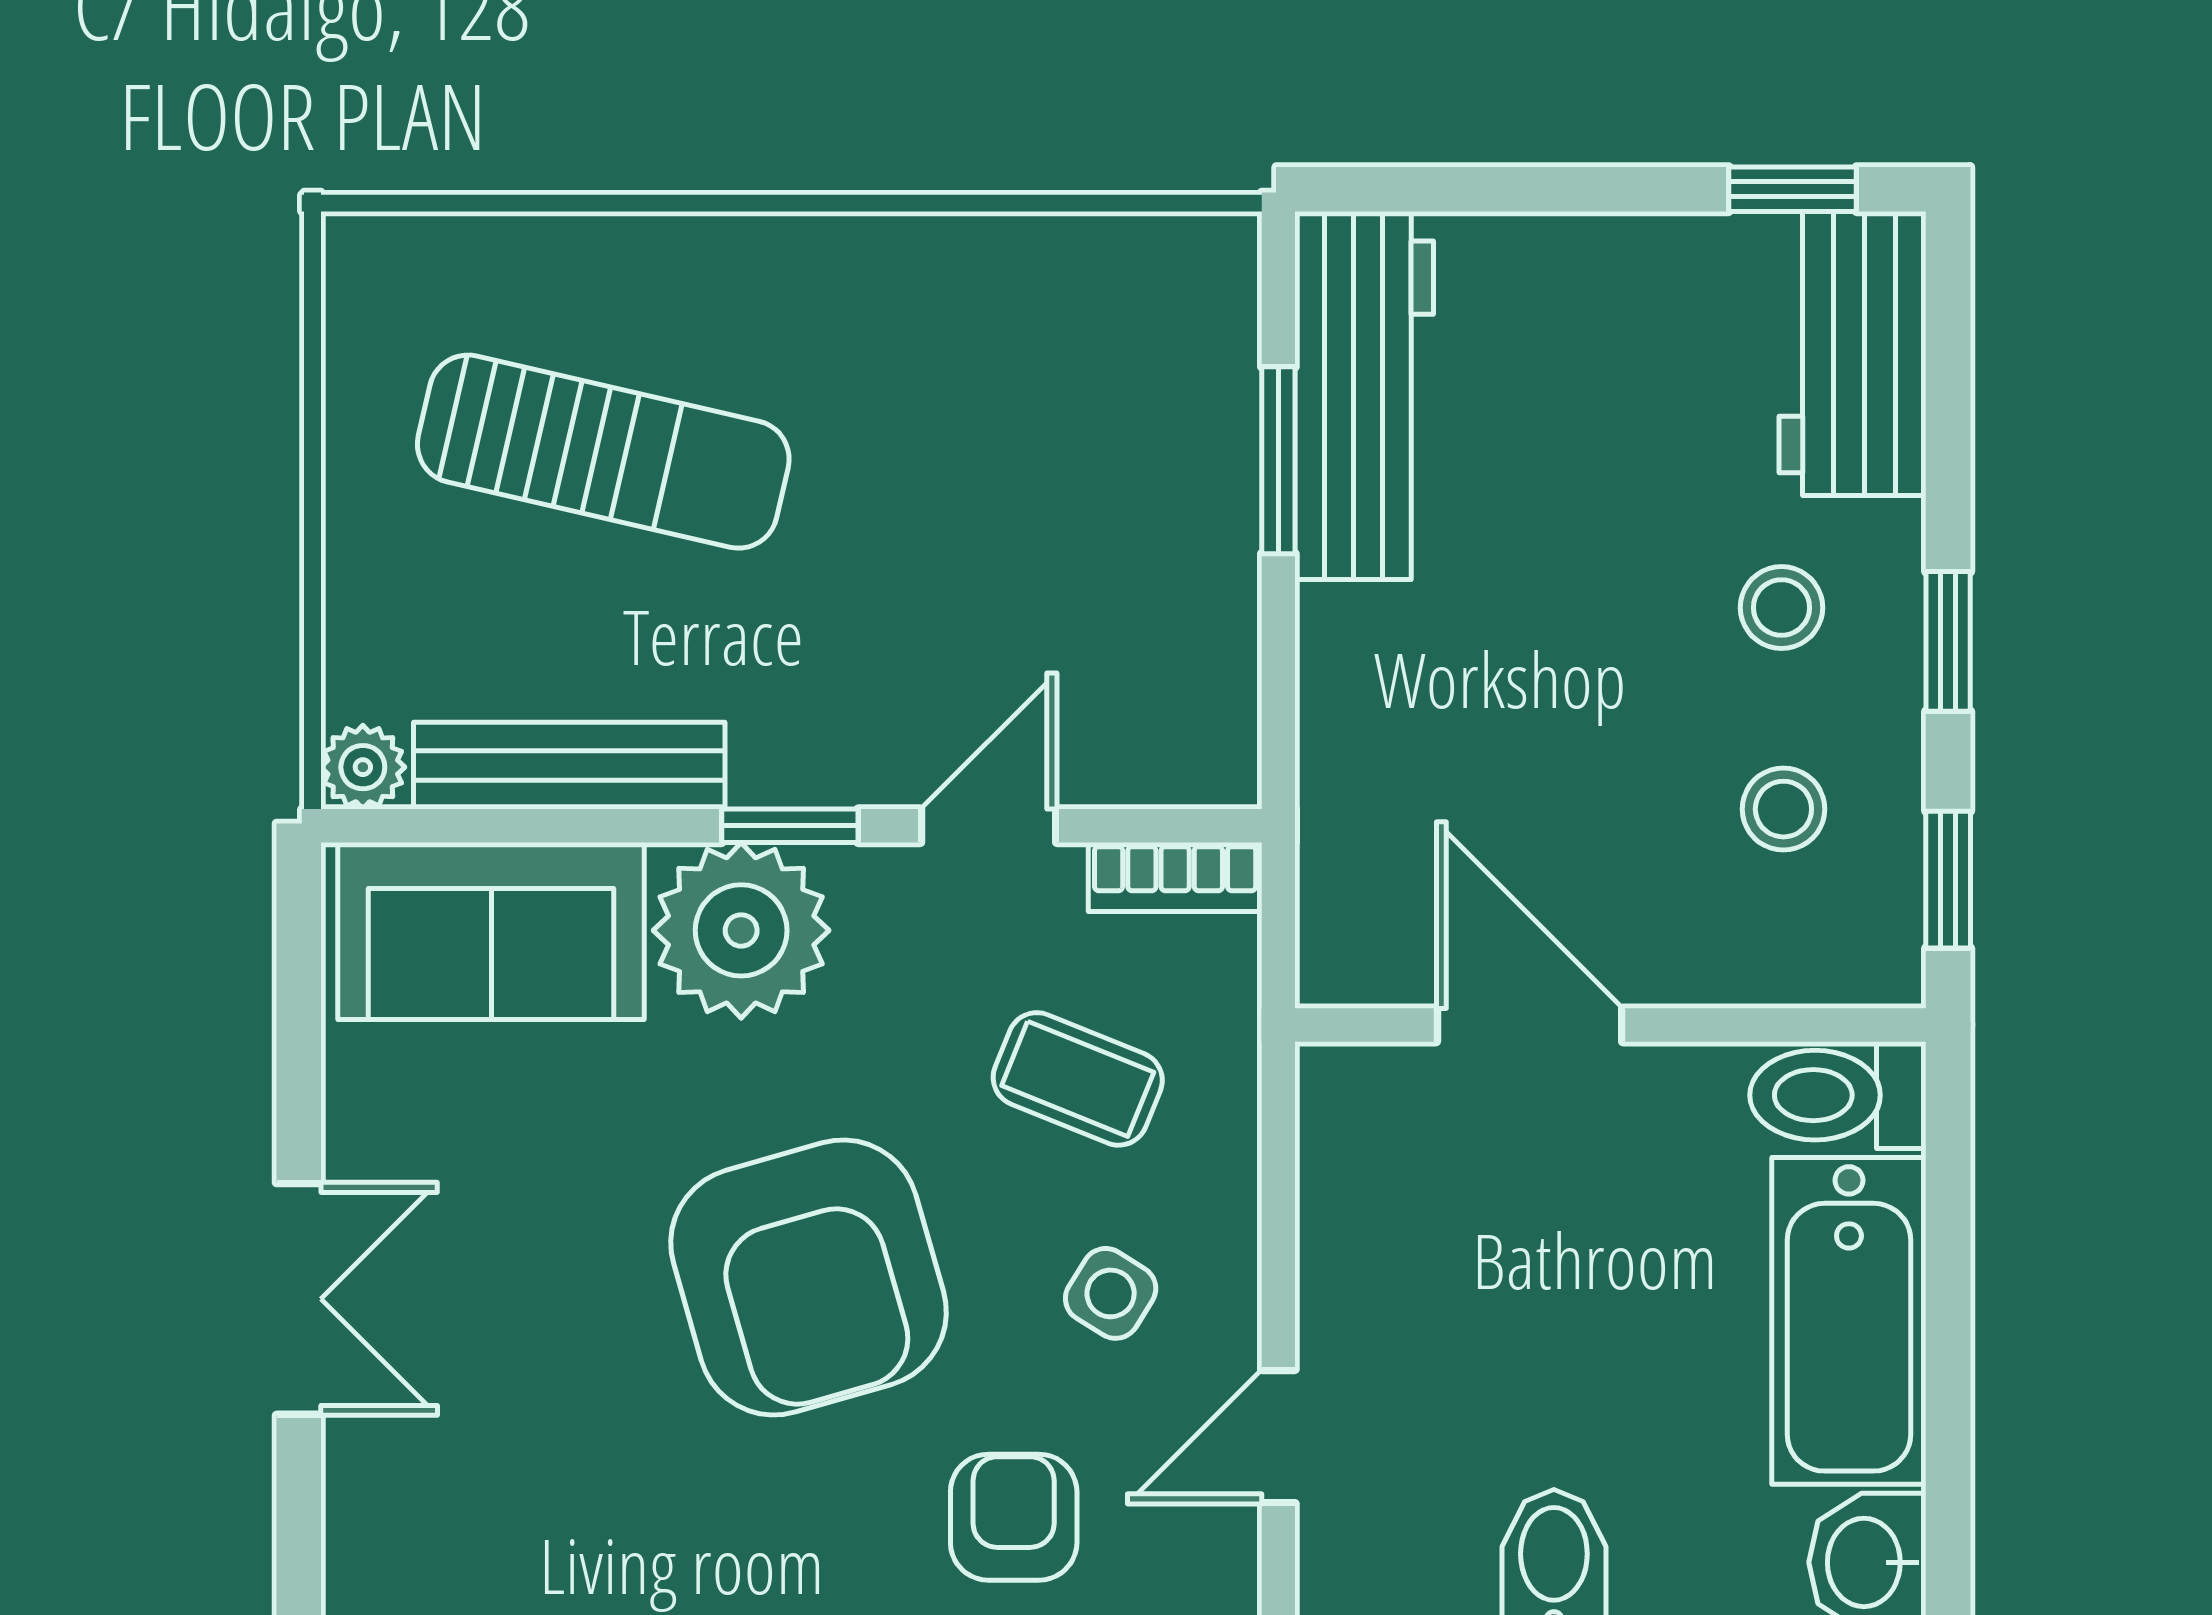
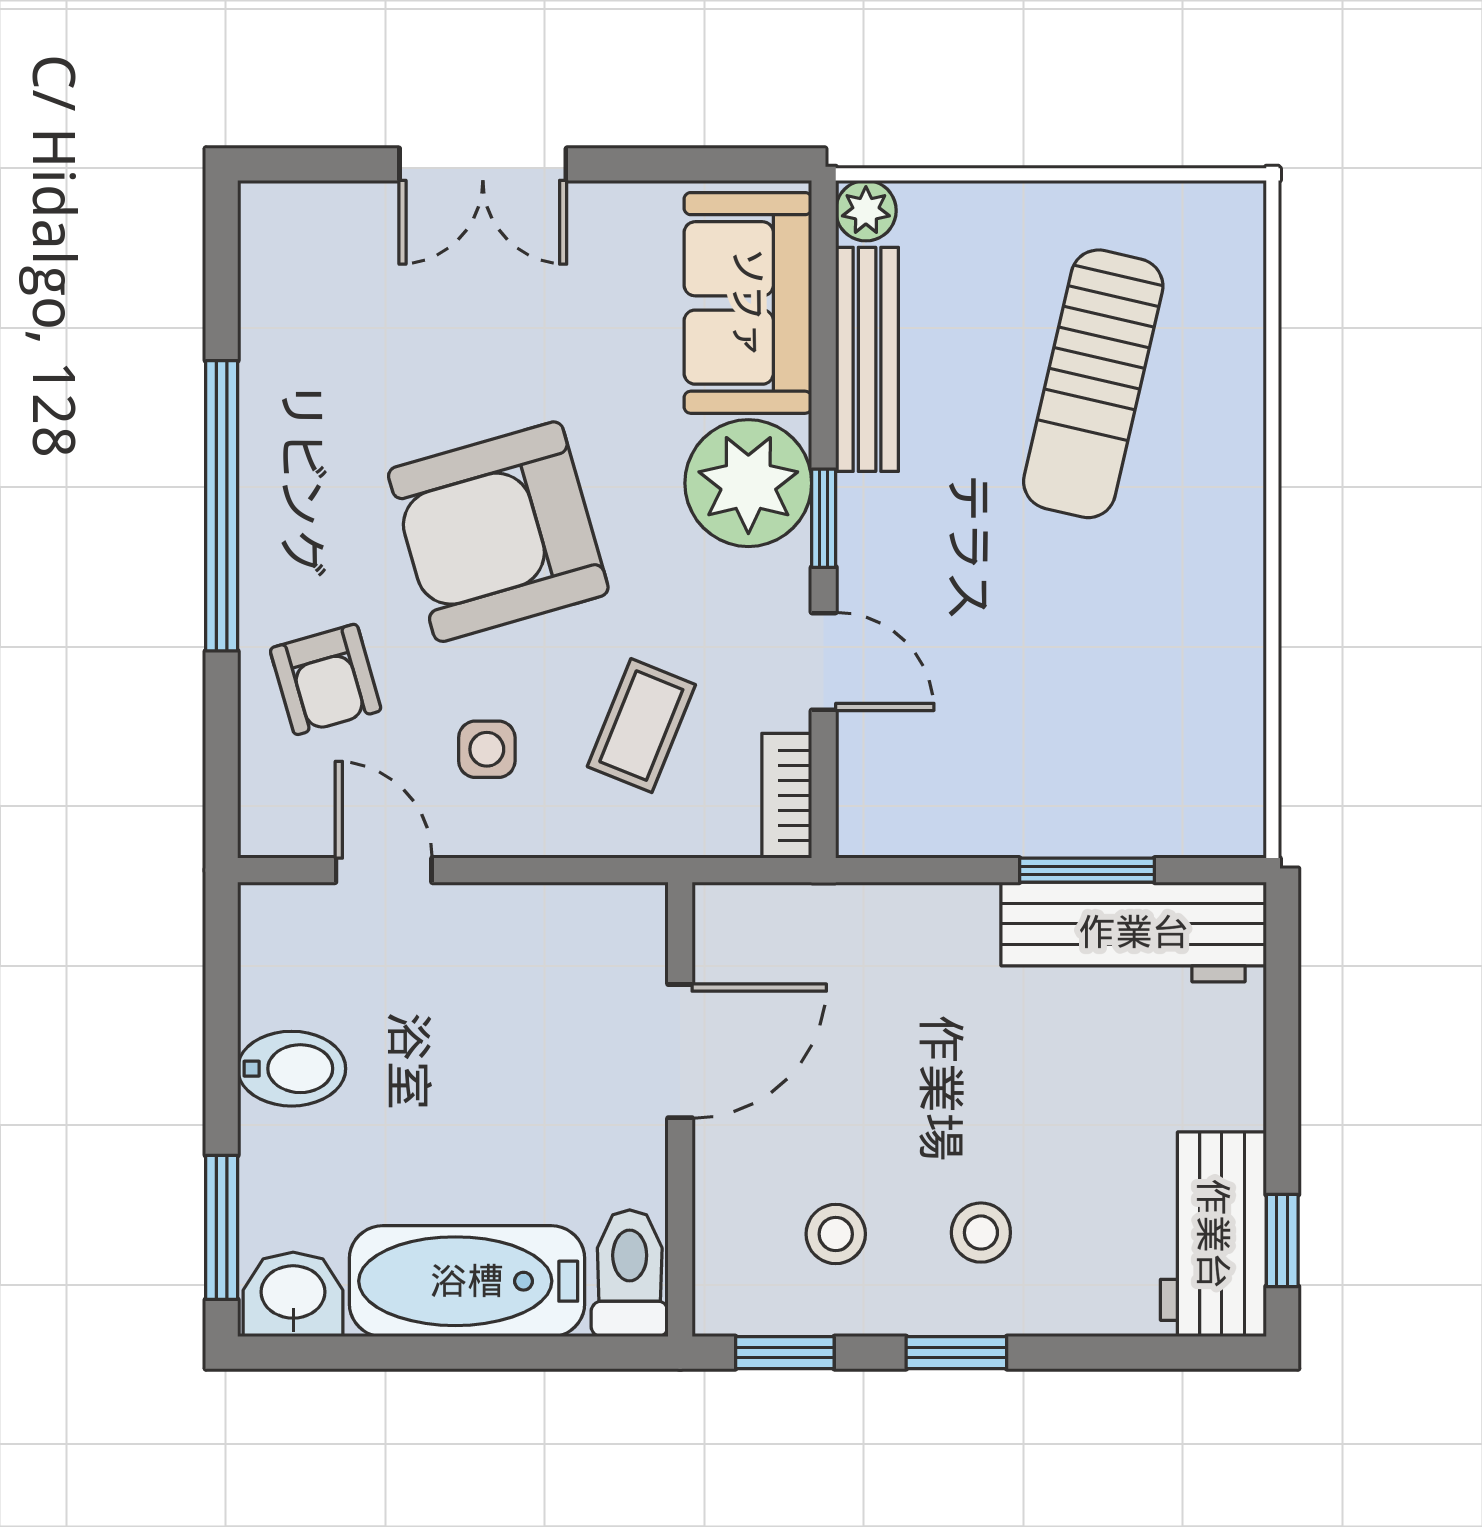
workbench: (1853, 353) -> (1213, 1234), moved, turned -90
side table: (1111, 1293) -> (487, 749), turned -32
armchair: (1014, 1517) -> (326, 679), turned 74

